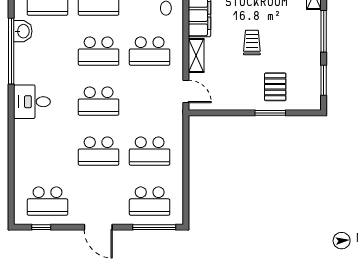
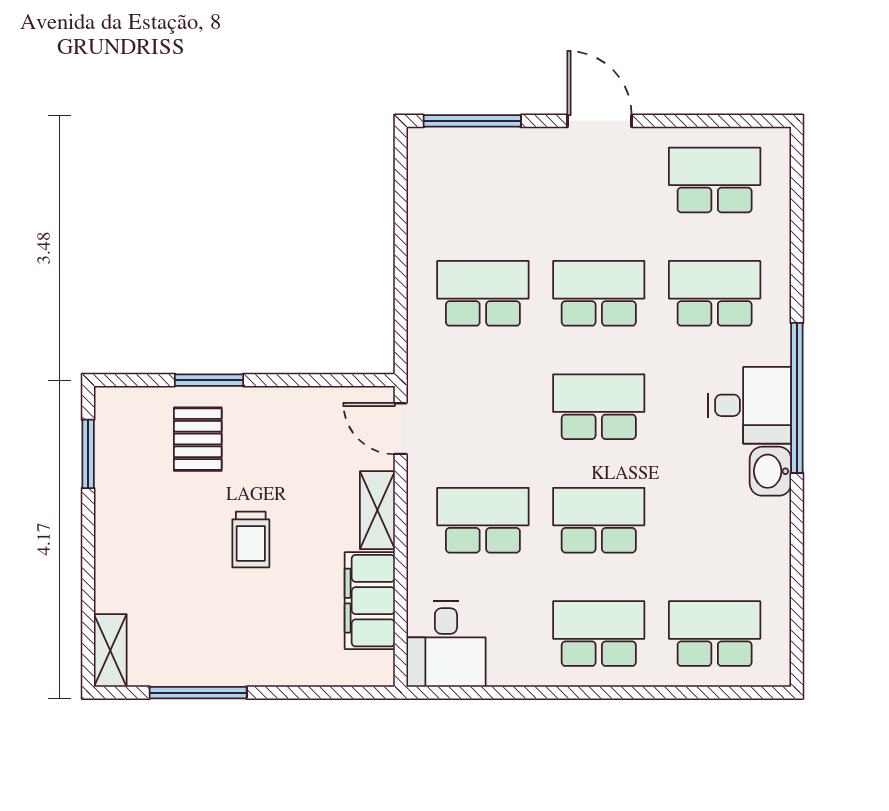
washbasin: (23, 31) -> (770, 471), moved
window: (324, 31) -> (88, 565), removed
window: (11, 51) -> (797, 398), moved
school desk: (150, 201) -> (715, 293), moved
window: (41, 227) -> (729, 121), removed

